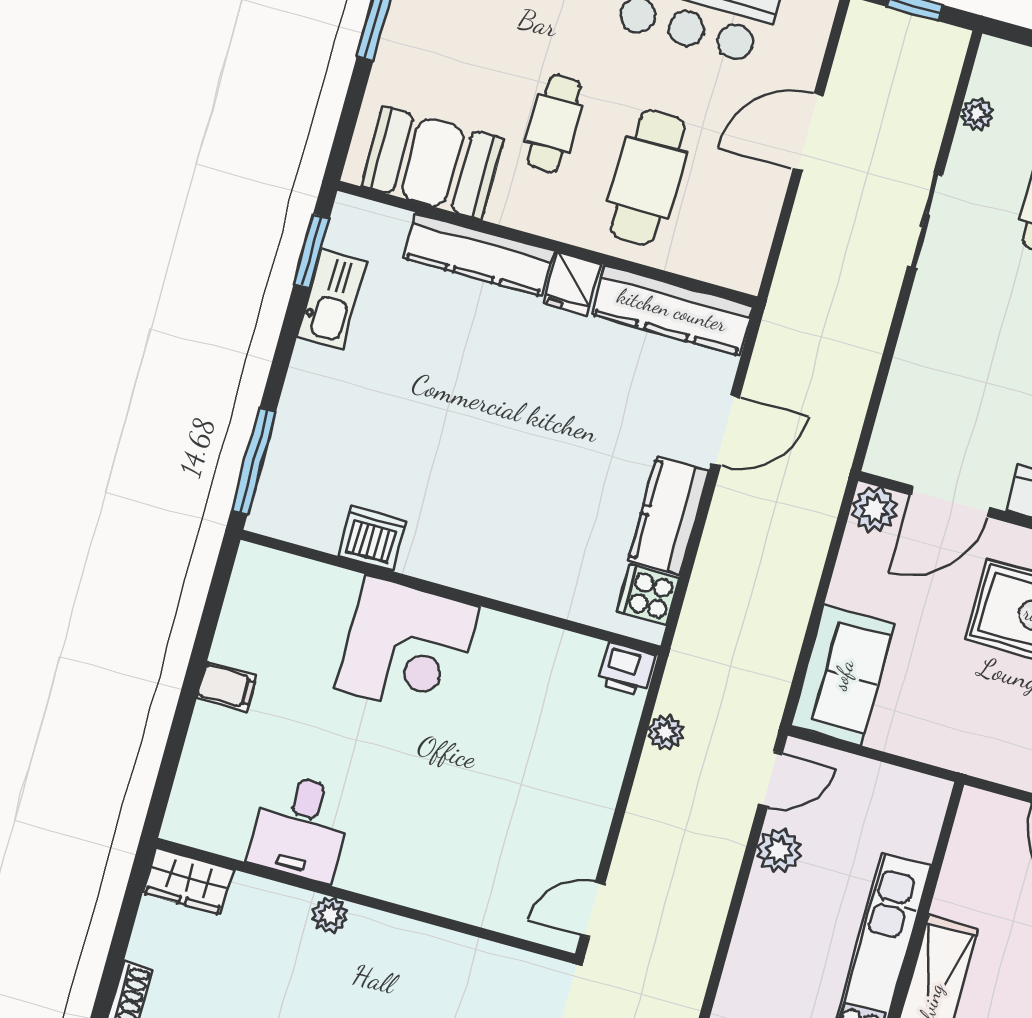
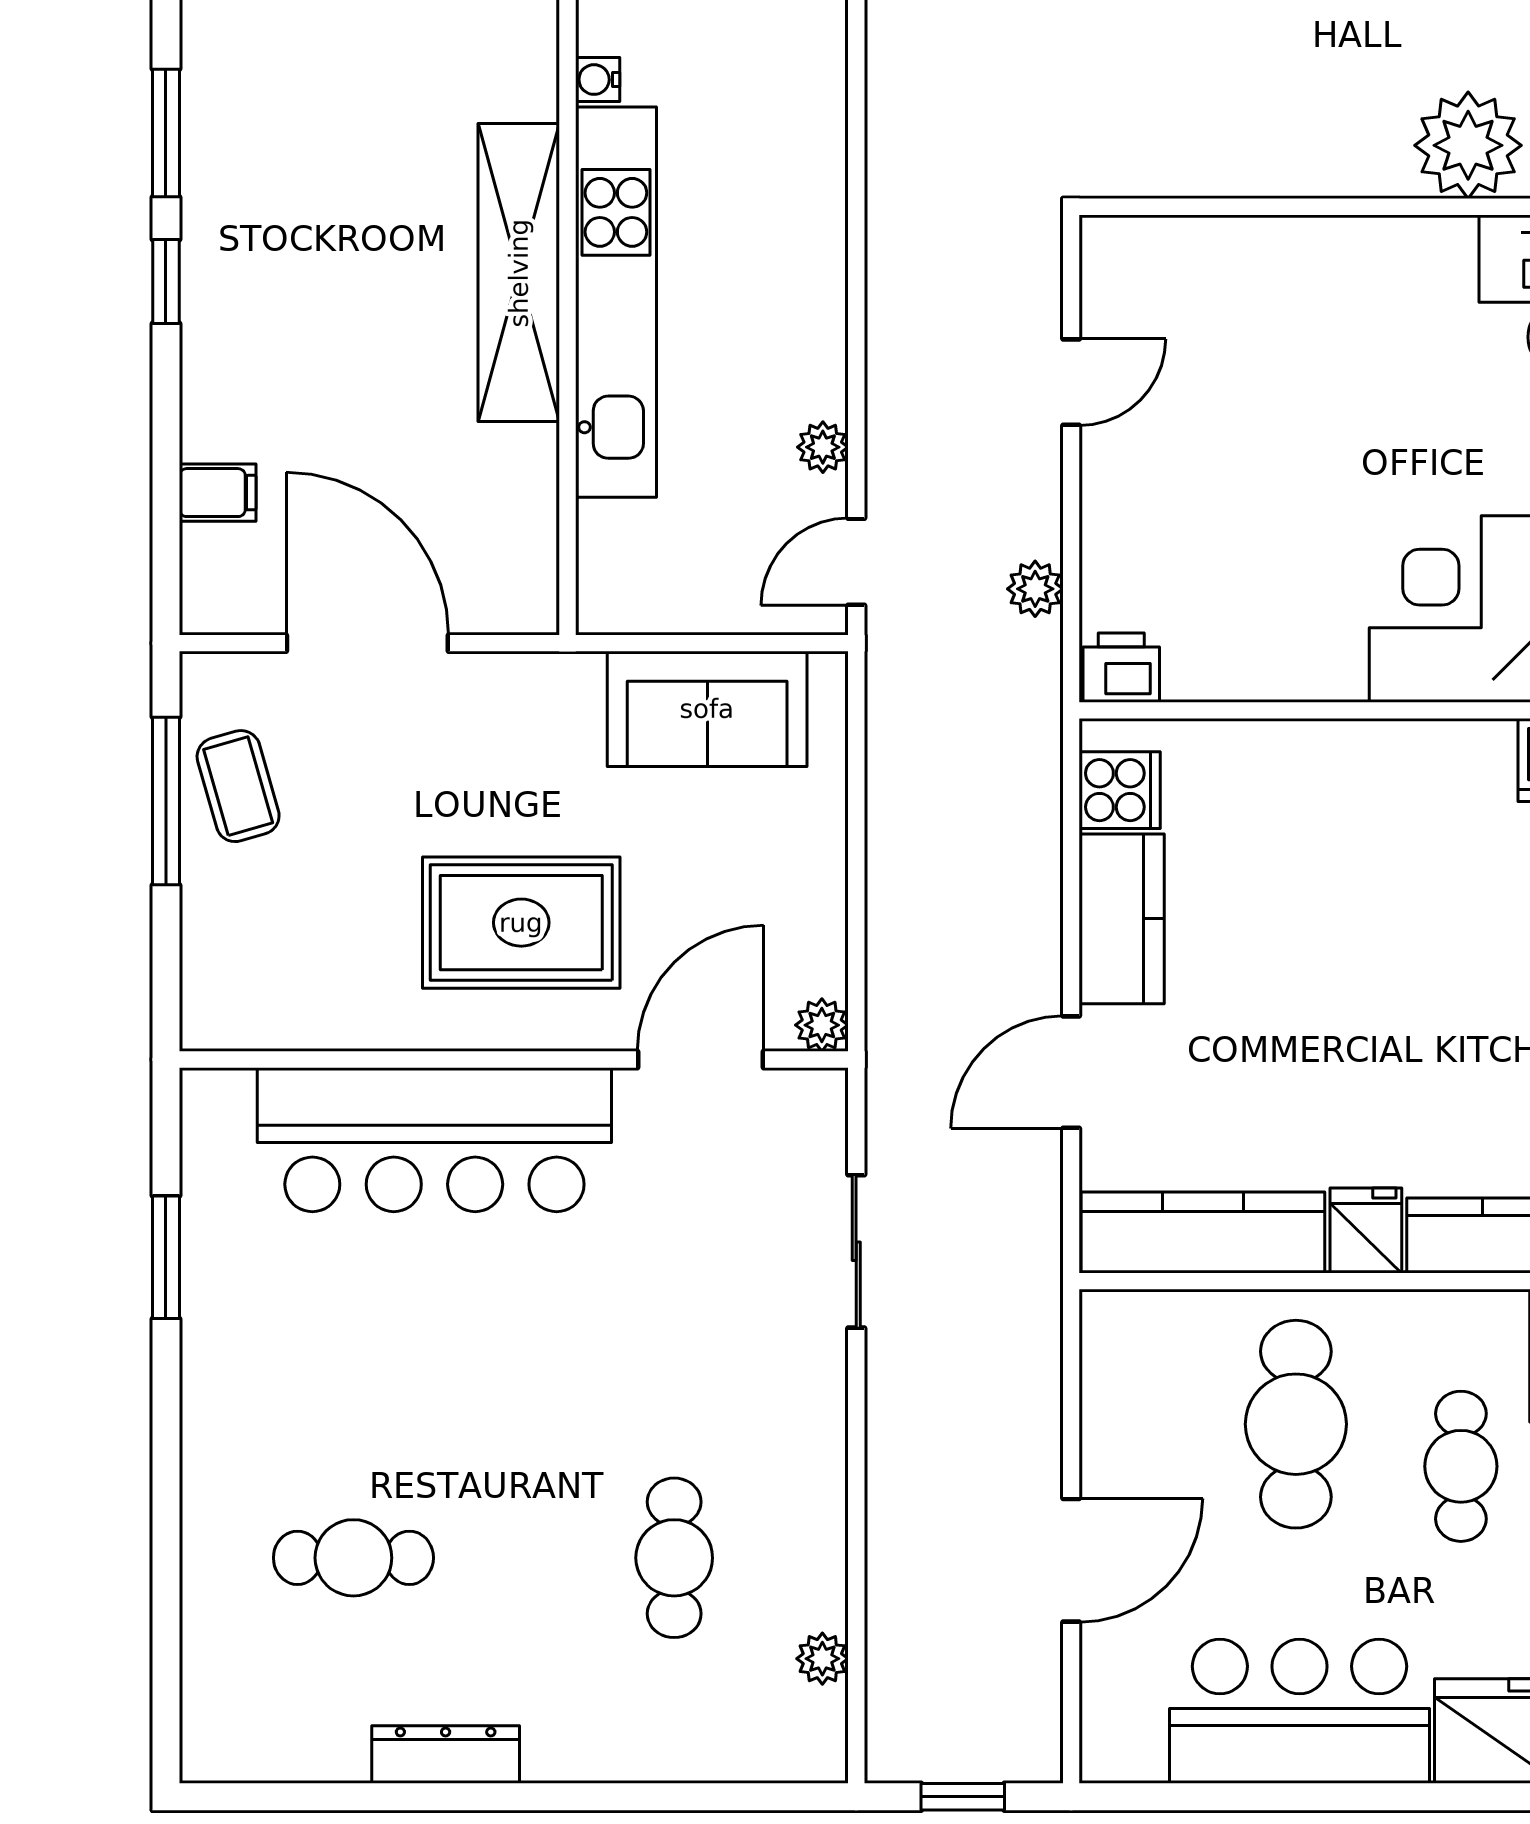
sliding door: (925, 221) -> (856, 1251), moved
plant: (874, 509) -> (822, 1025), width x0.73, depth x0.73
sofa: (843, 675) -> (707, 709), moved, turned -90
plant: (779, 851) -> (823, 447), width x0.73, depth x0.73
door: (592, 910) -> (1071, 382), moved
plant: (330, 915) -> (1468, 145), width x1.88, depth x1.88

